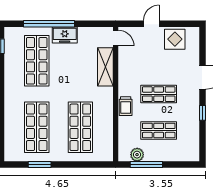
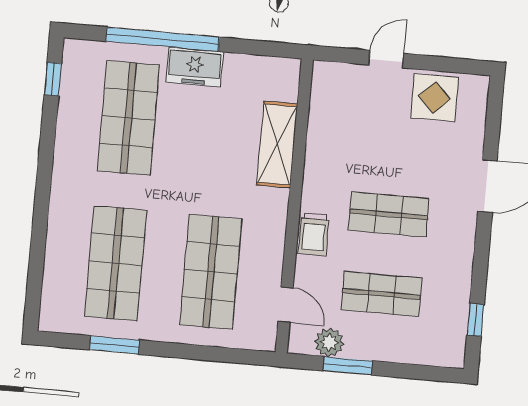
door: (116, 38) -> (285, 305), moved
window: (202, 113) -> (475, 320), moved
window: (146, 164) -> (348, 366), width x0.69

